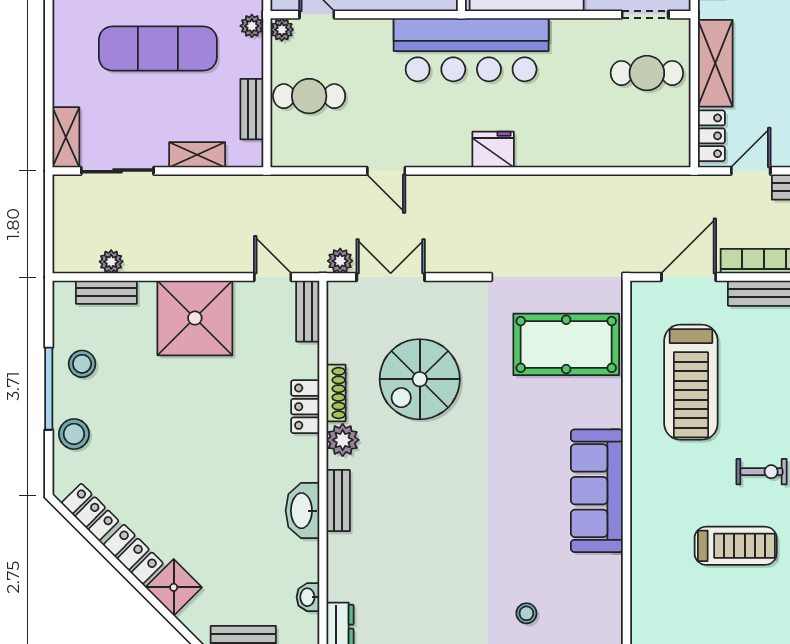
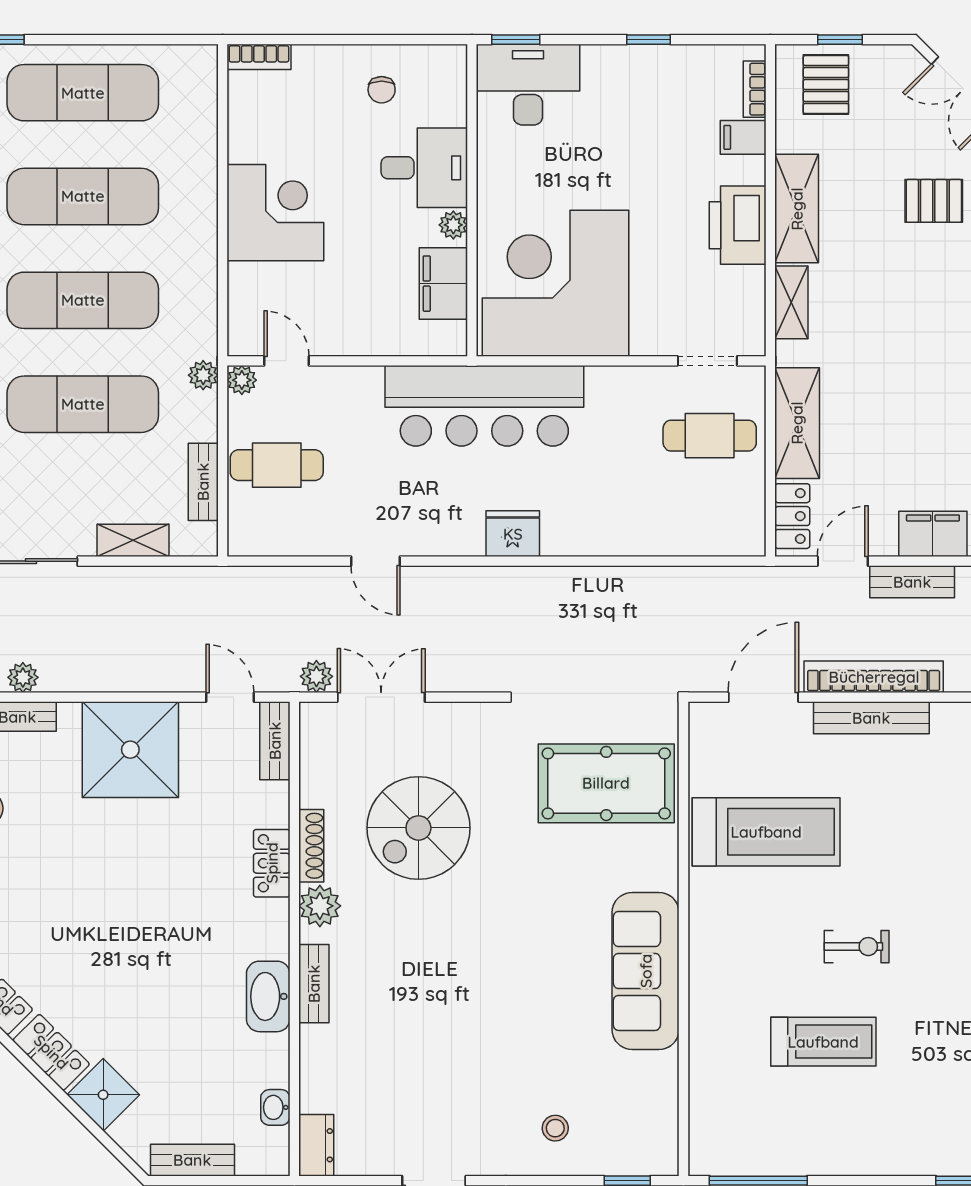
treadmill: (691, 382) -> (766, 832), turned -90

